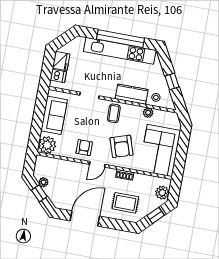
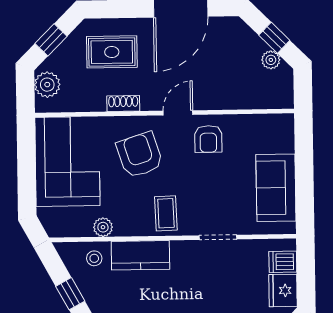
plant: (47, 145) -> (278, 130), removed

